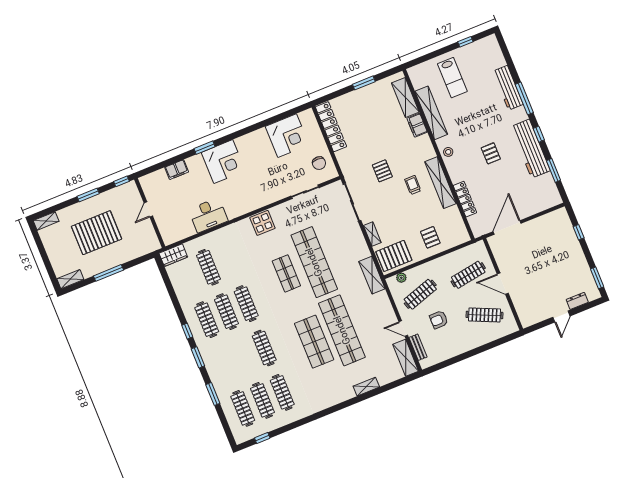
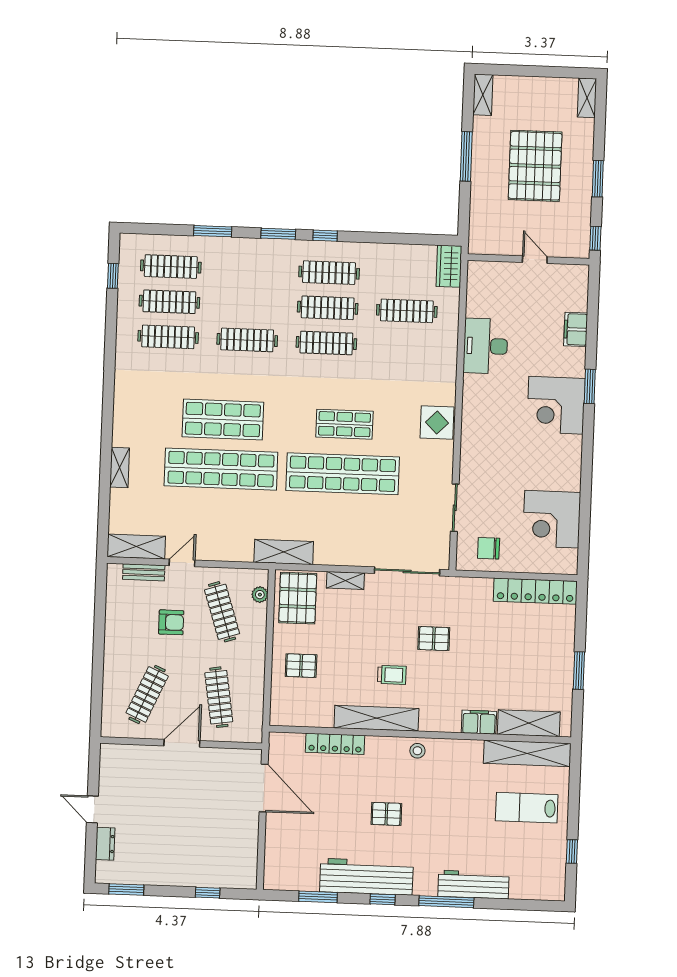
shelving: (431, 113) -> (527, 753), moved
armchair: (439, 320) -> (171, 622), turned 90

